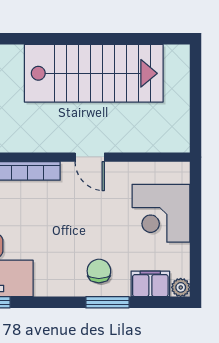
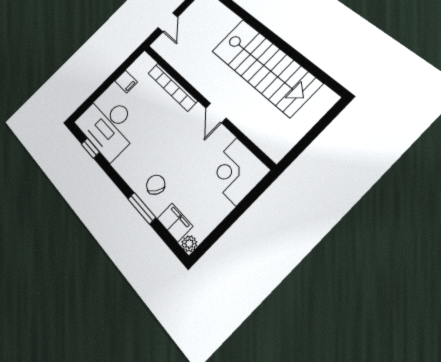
corner desk: (161, 213) -> (236, 171), moved
chair: (99, 271) -> (156, 185), turned -56

